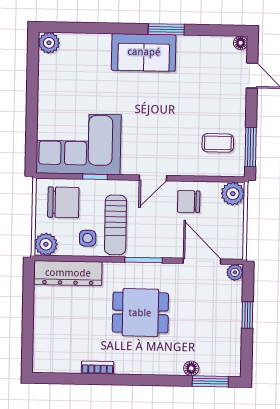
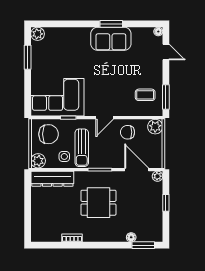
sofa: (144, 52) -> (111, 39), moved
window: (32, 80) -> (28, 57), added

